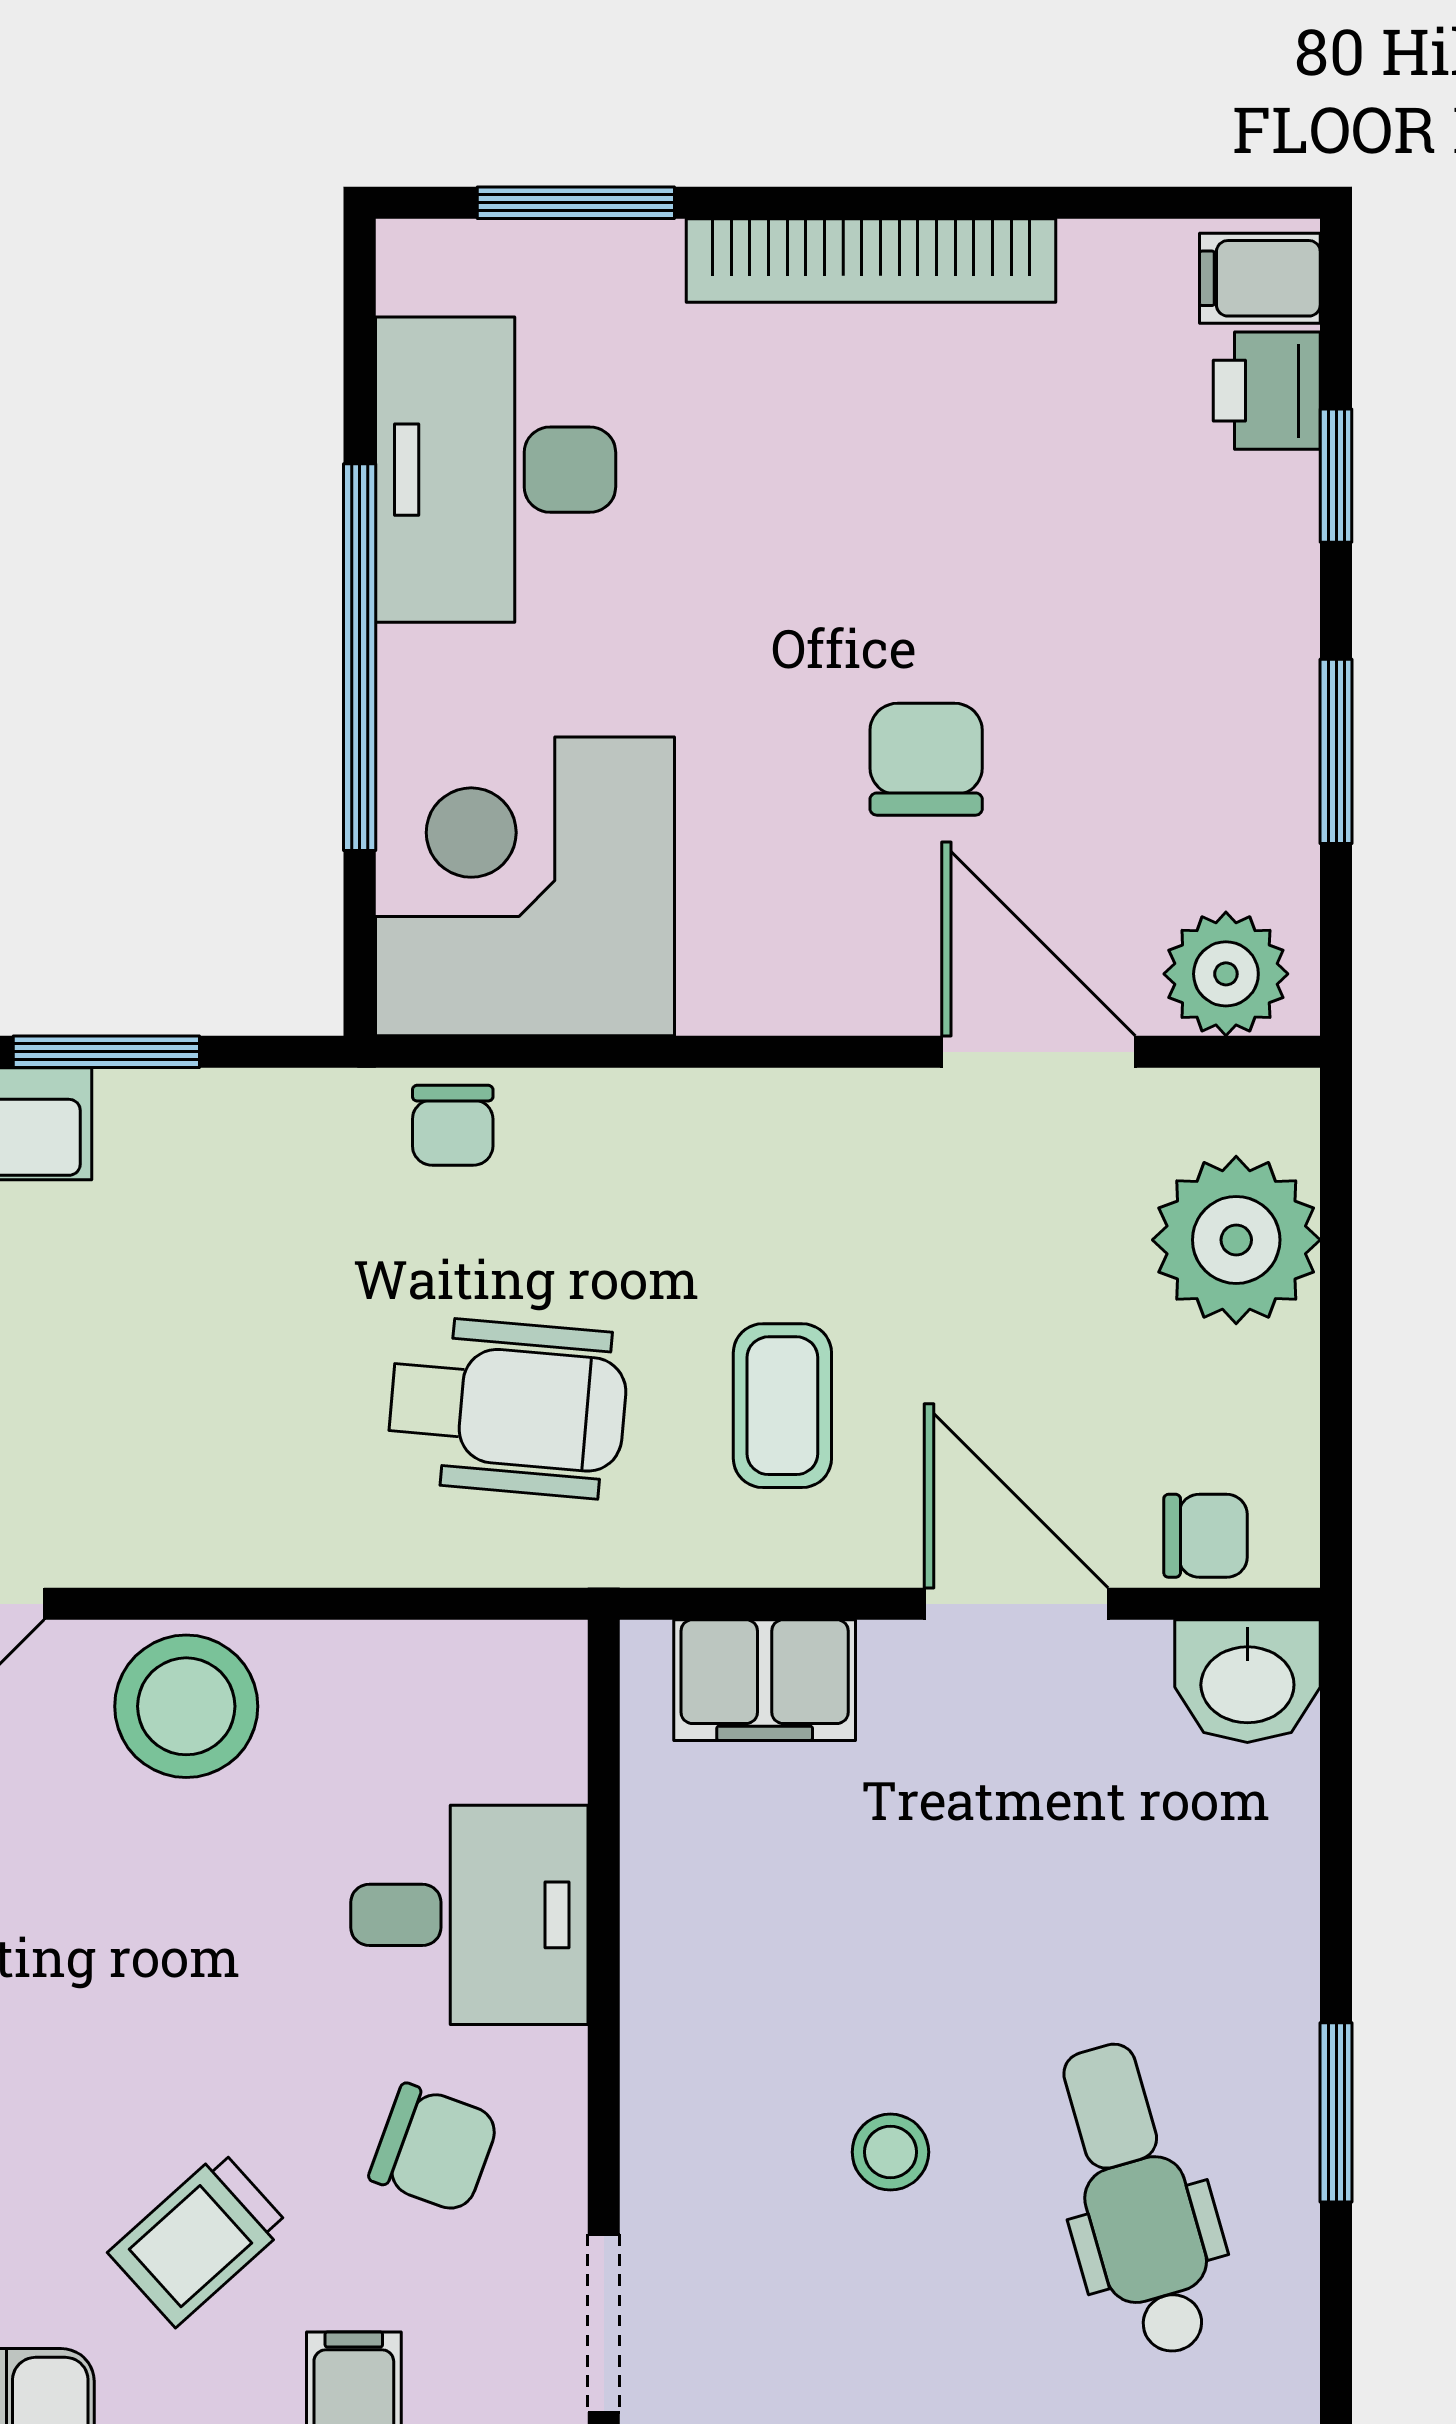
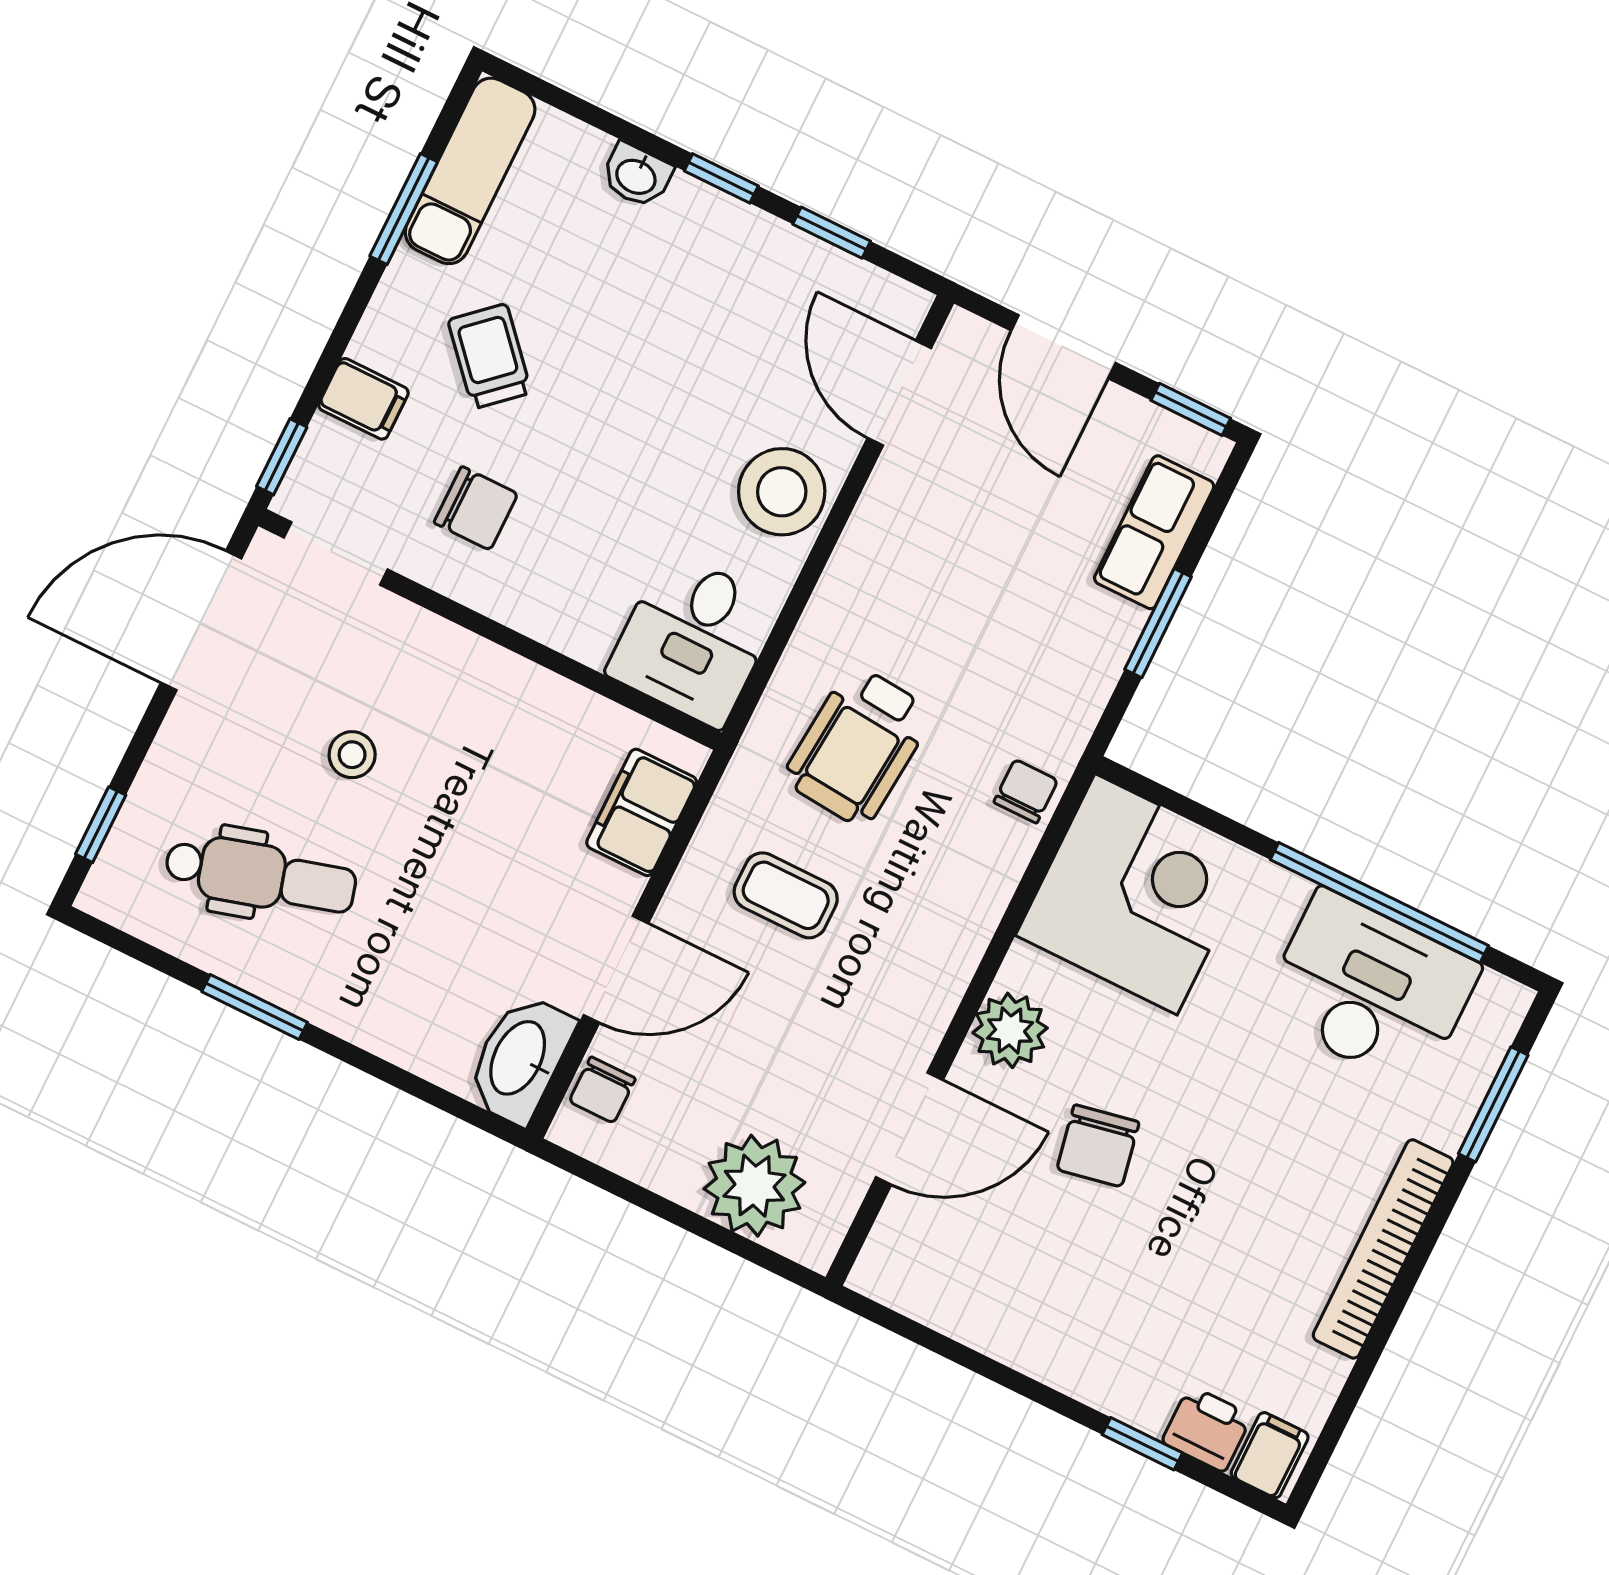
window: (360, 657) -> (1379, 903), moved
window: (1336, 751) -> (993, 1370), removed
chair: (926, 759) -> (1098, 1146), turned 79
plant: (1226, 974) -> (1010, 1030), moved
chair: (453, 1125) -> (1026, 791), turned 90
washbasin: (1247, 1681) -> (520, 1059), width x1.38
desk: (469, 1915) -> (694, 639), moved
chair: (434, 2148) -> (476, 508), turned -110

